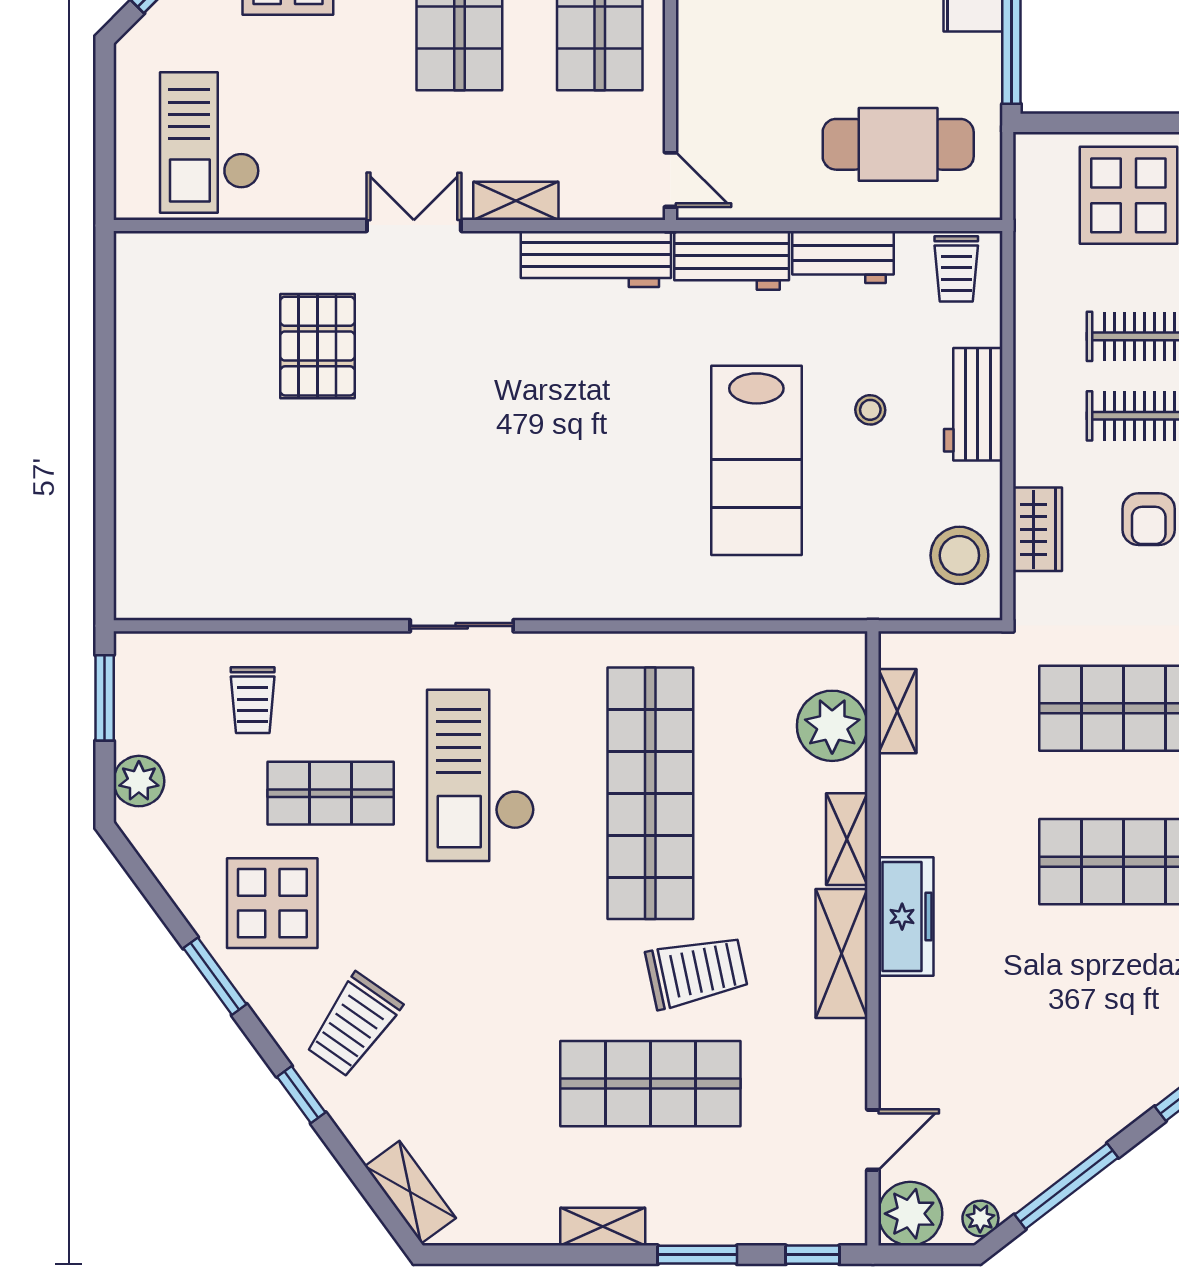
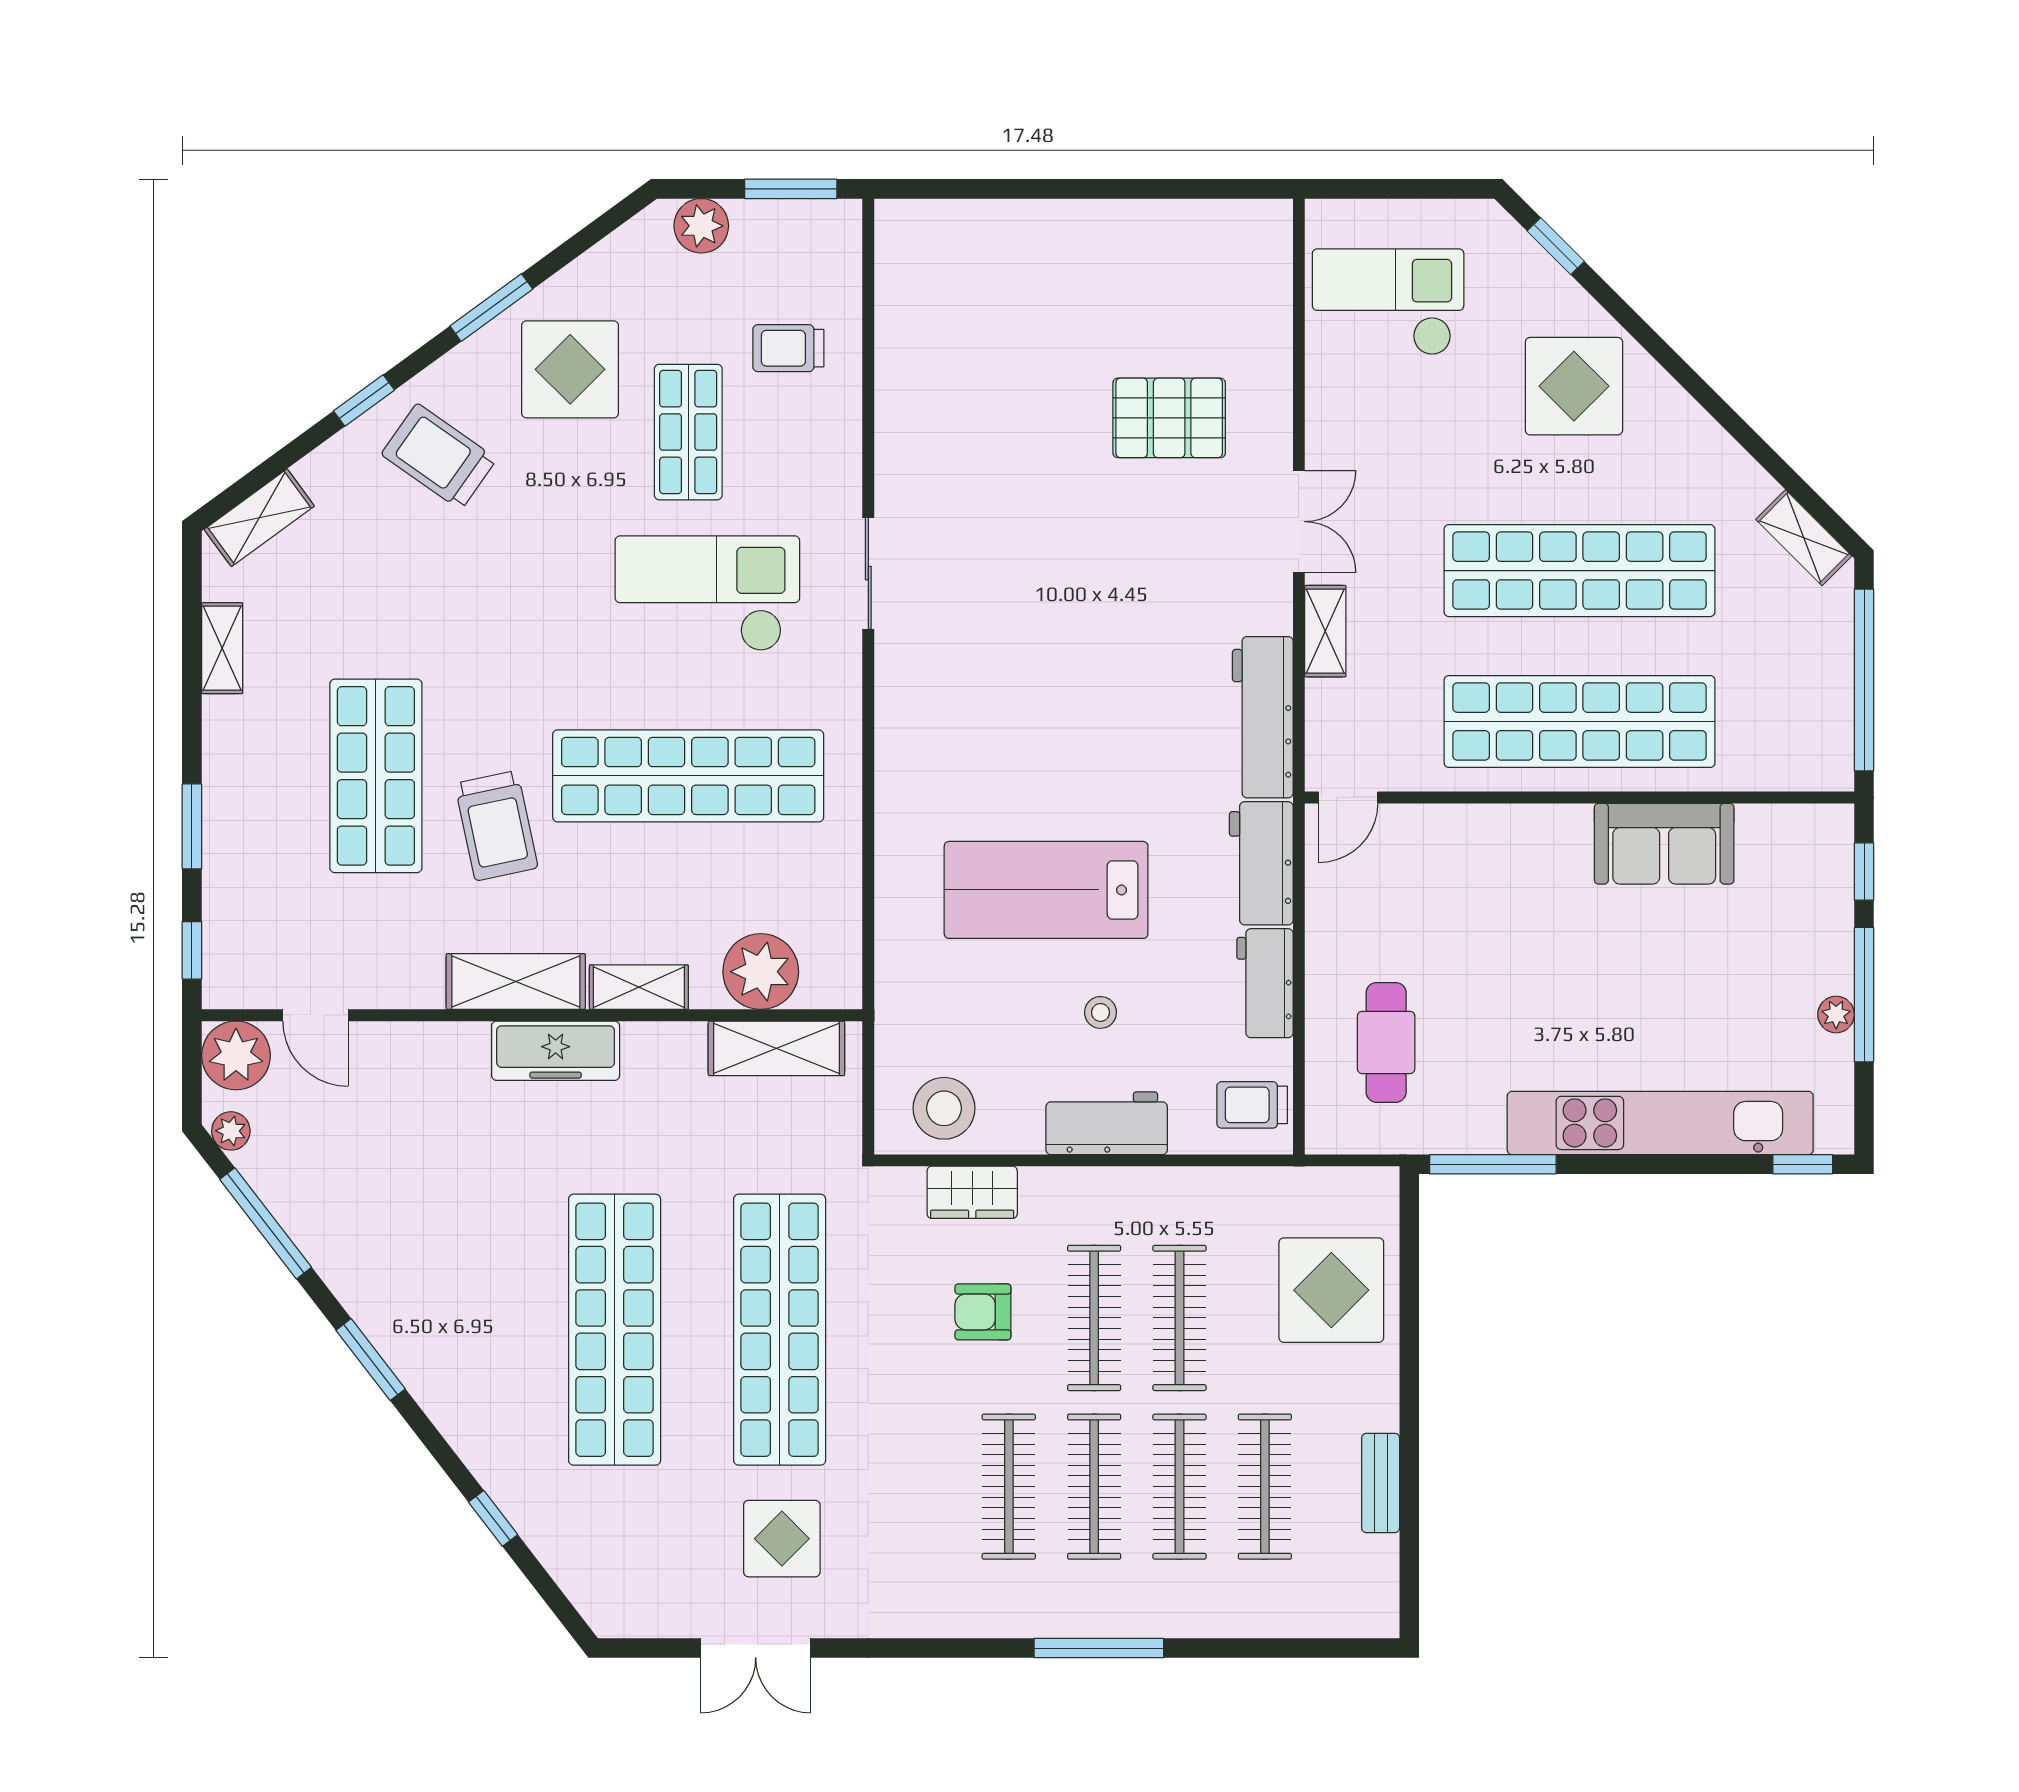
cafe table: (898, 144) -> (1386, 1042), width x0.73, depth x0.74
shelving: (897, 711) -> (776, 1048), width x1.50, depth x1.33
shelving: (603, 1227) -> (222, 648), moved

